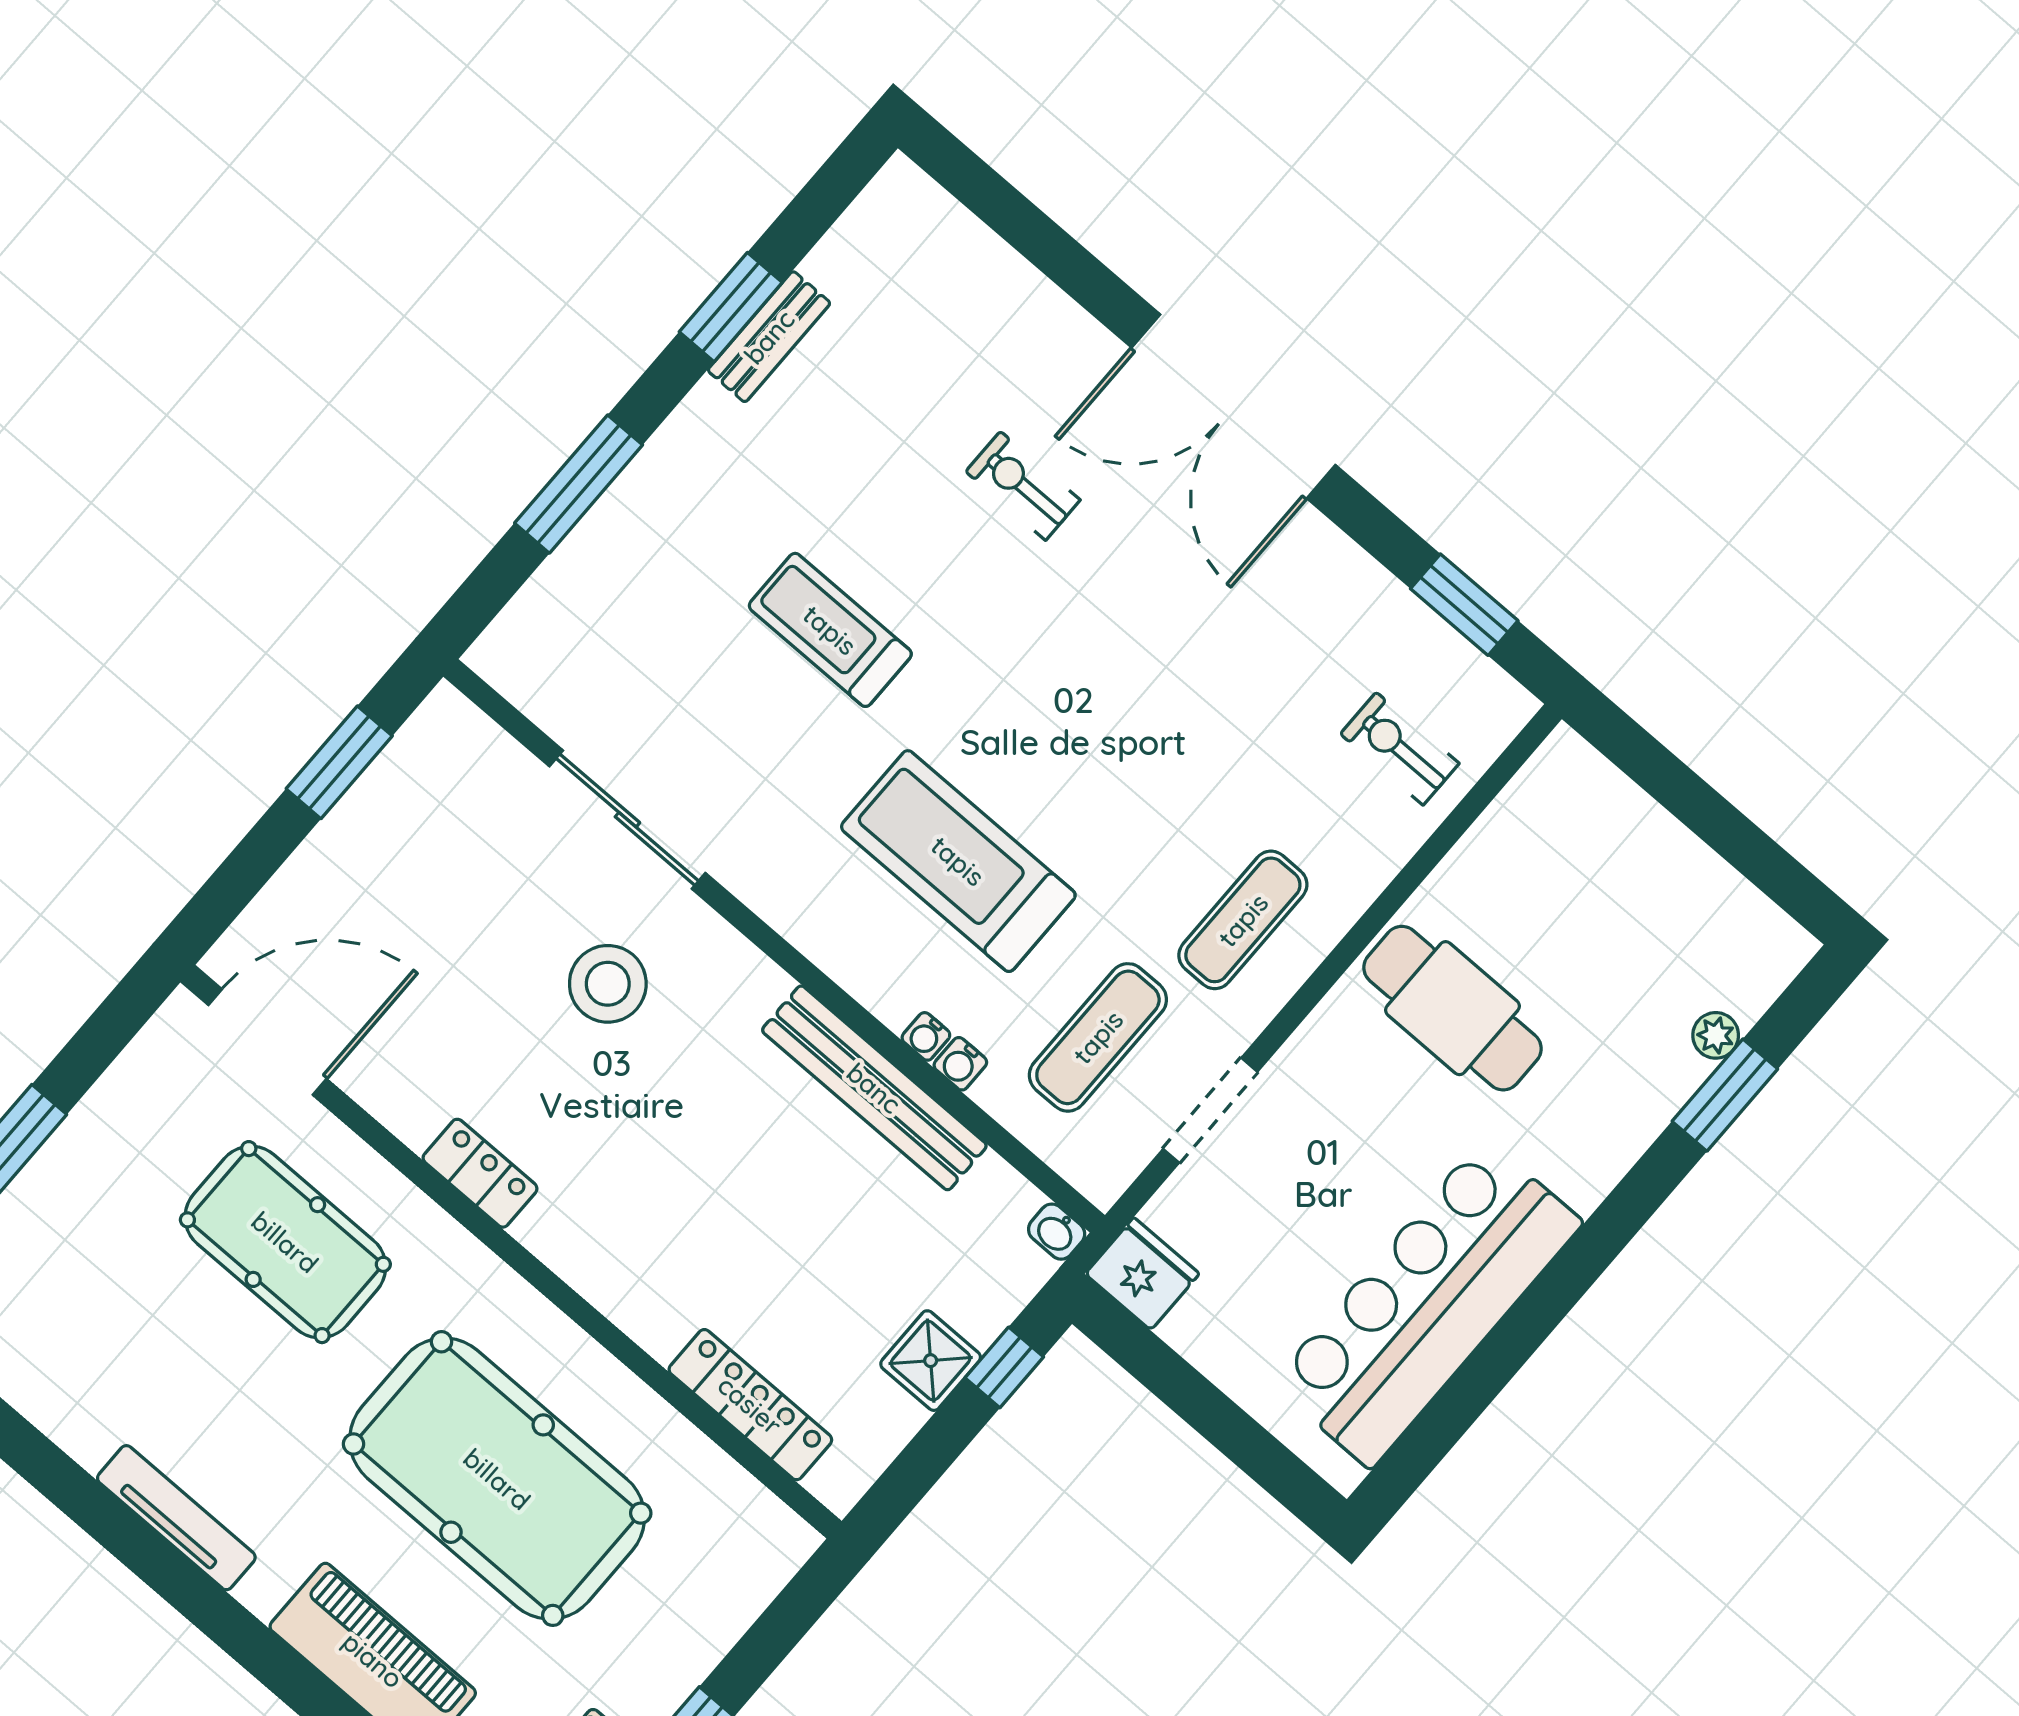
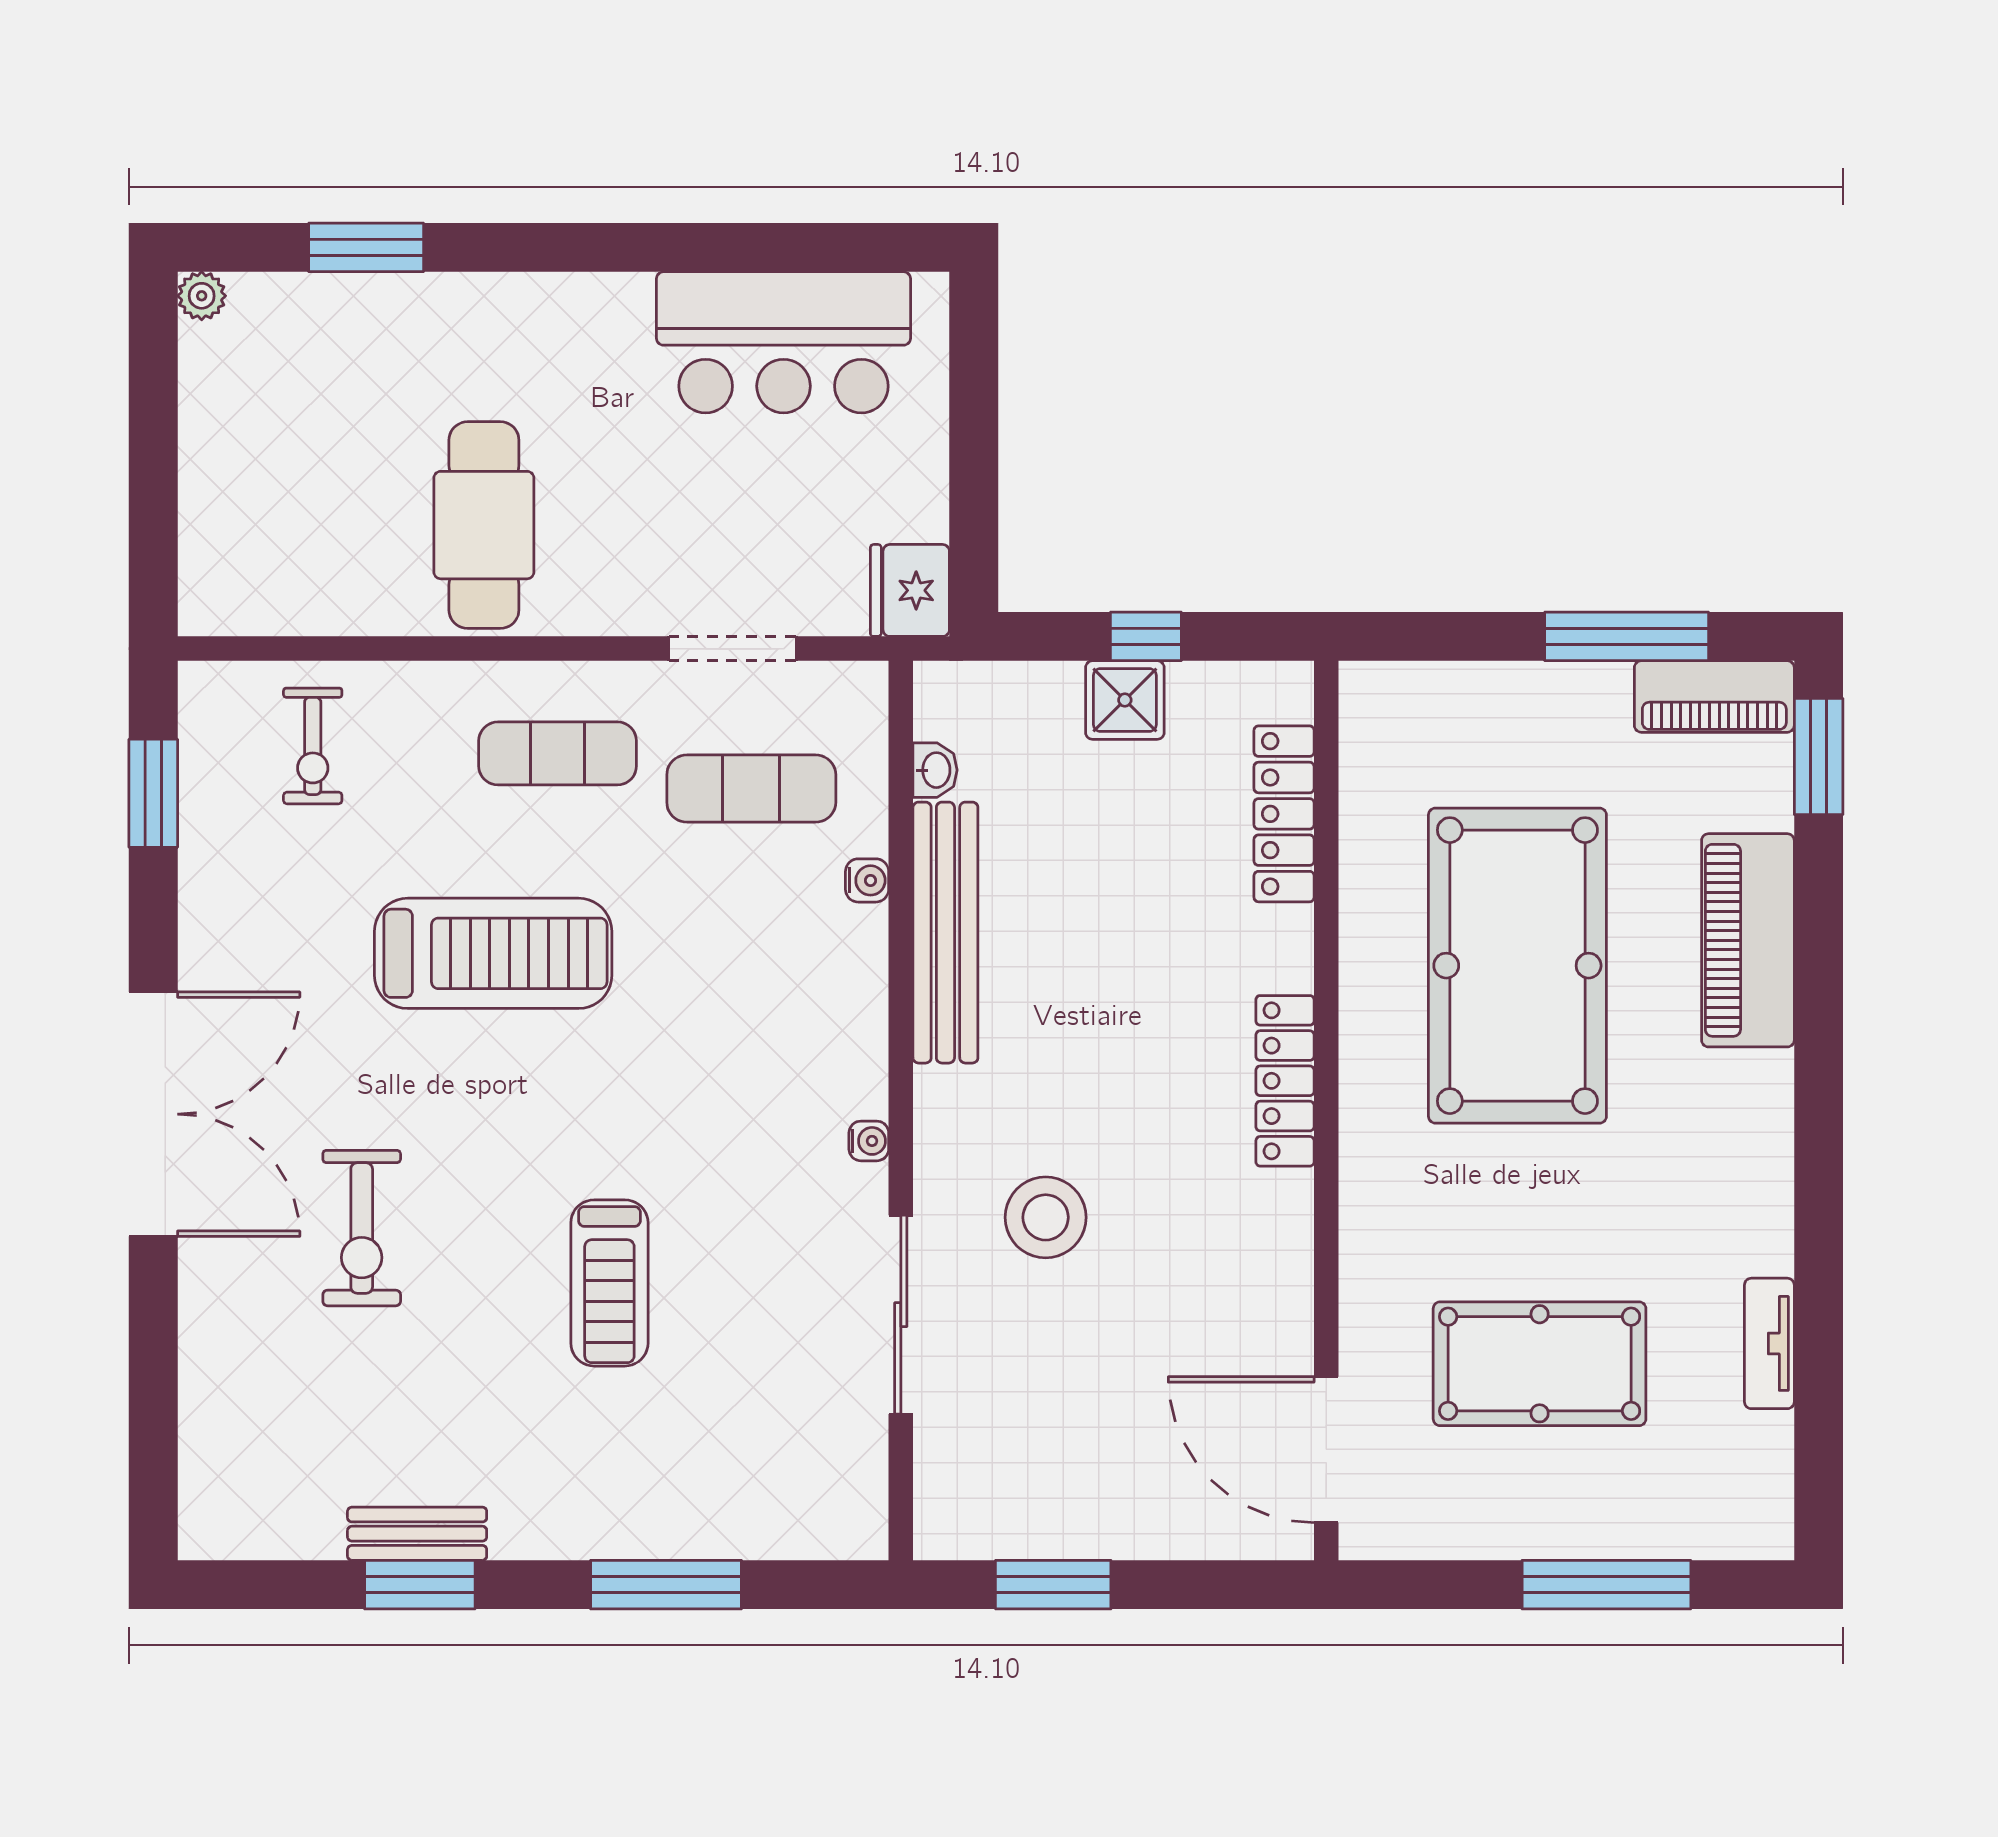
exercise bike: (1023, 486) -> (362, 1228), width x1.38, depth x1.39
treadmill: (958, 861) -> (493, 953), moved, turned -90
plant: (1716, 1035) -> (202, 296), moved
water cooler: (926, 1036) -> (869, 1141), moved
locker: (480, 1173) -> (1285, 1081), moved, width x1.53
washbasin: (1057, 1232) -> (935, 770), moved
pool table: (285, 1242) -> (1540, 1364), moved, turned 90
bar counter: (1427, 1303) -> (784, 342), width x0.73
window: (1004, 1367) -> (1146, 636), moved
tv unit: (176, 1518) -> (1769, 1343), moved, width x0.71

